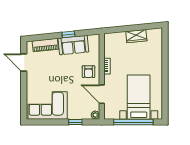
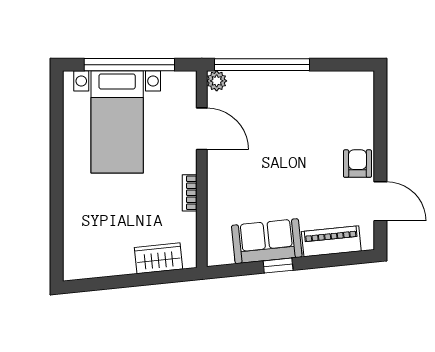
wardrobe: (136, 36) -> (159, 258), moved
armchair: (88, 72) -> (357, 164), moved
corner sofa: (48, 106) -> (326, 103), removed
window: (75, 122) -> (262, 65), width x3.17

